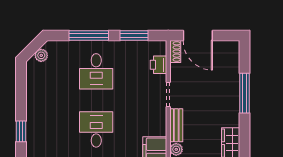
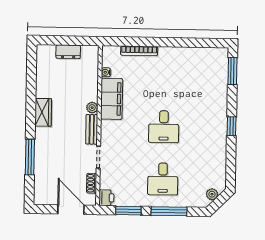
shoe rack: (175, 51) -> (92, 183), moved
printer: (159, 65) -> (106, 198), moved
desk: (96, 71) -> (163, 179), turned 180

